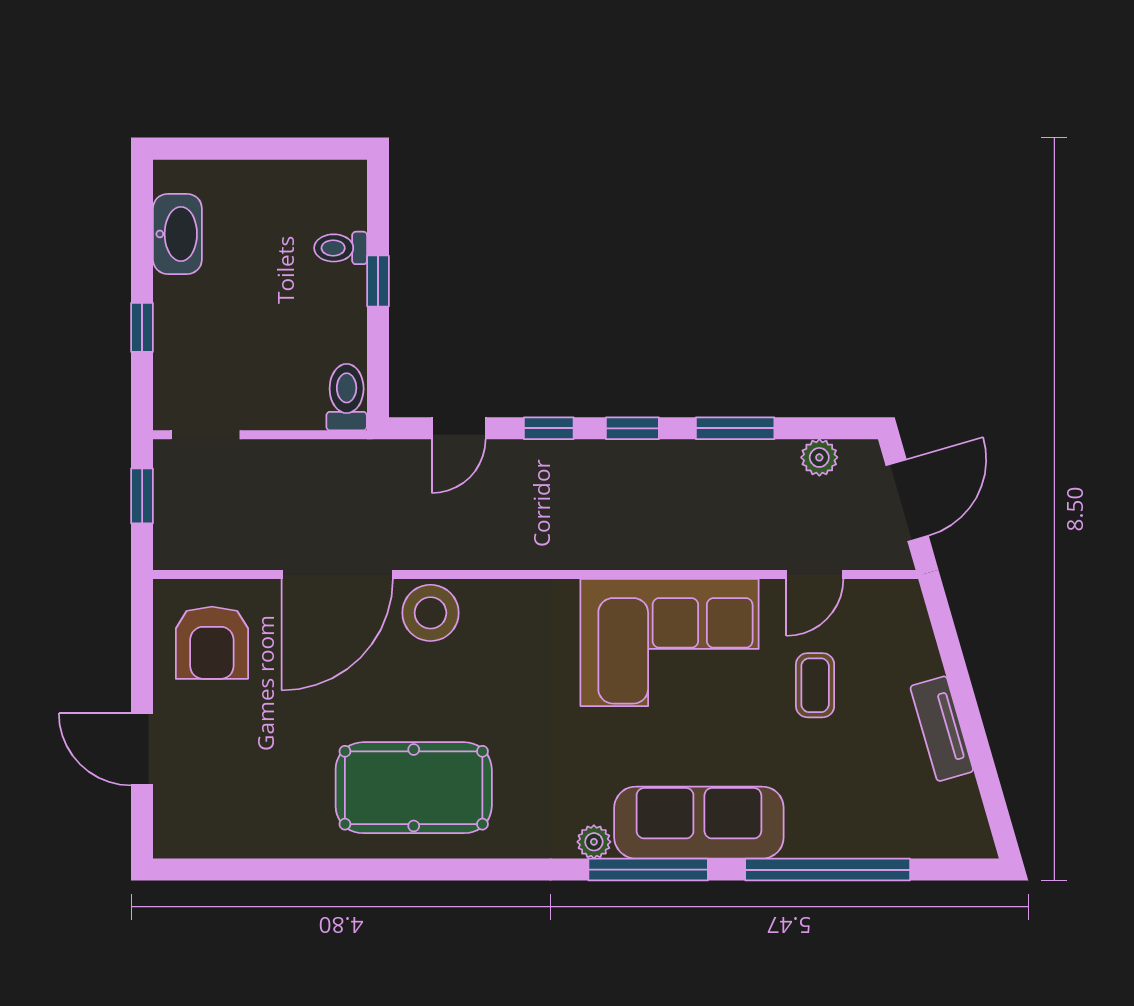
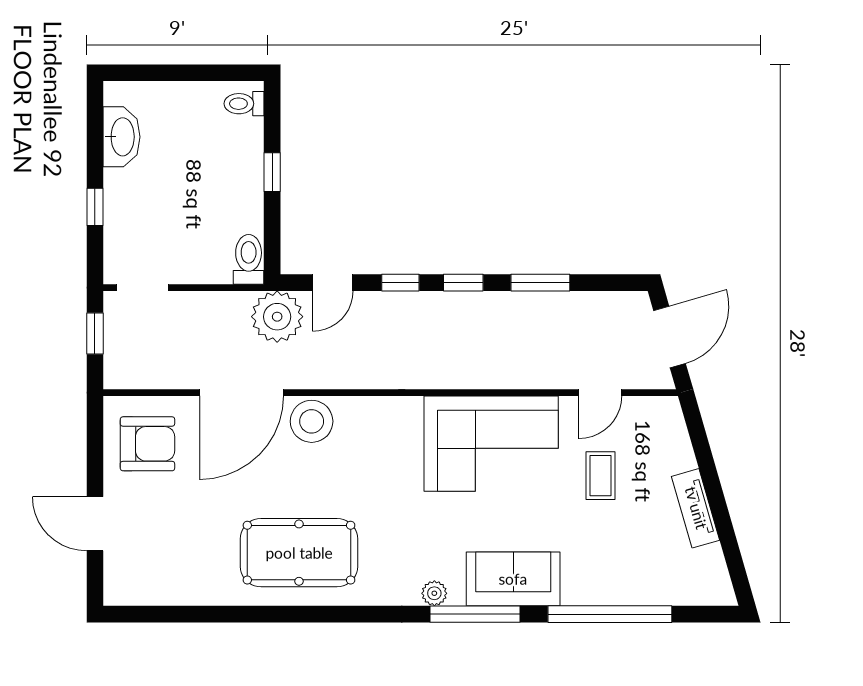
toilet: (341, 248) -> (244, 104), moved
plant: (819, 457) -> (277, 317), moved, width x1.88, depth x1.88
armchair: (212, 643) -> (147, 444), turned -90
sofa: (699, 823) -> (513, 579), width x0.73

